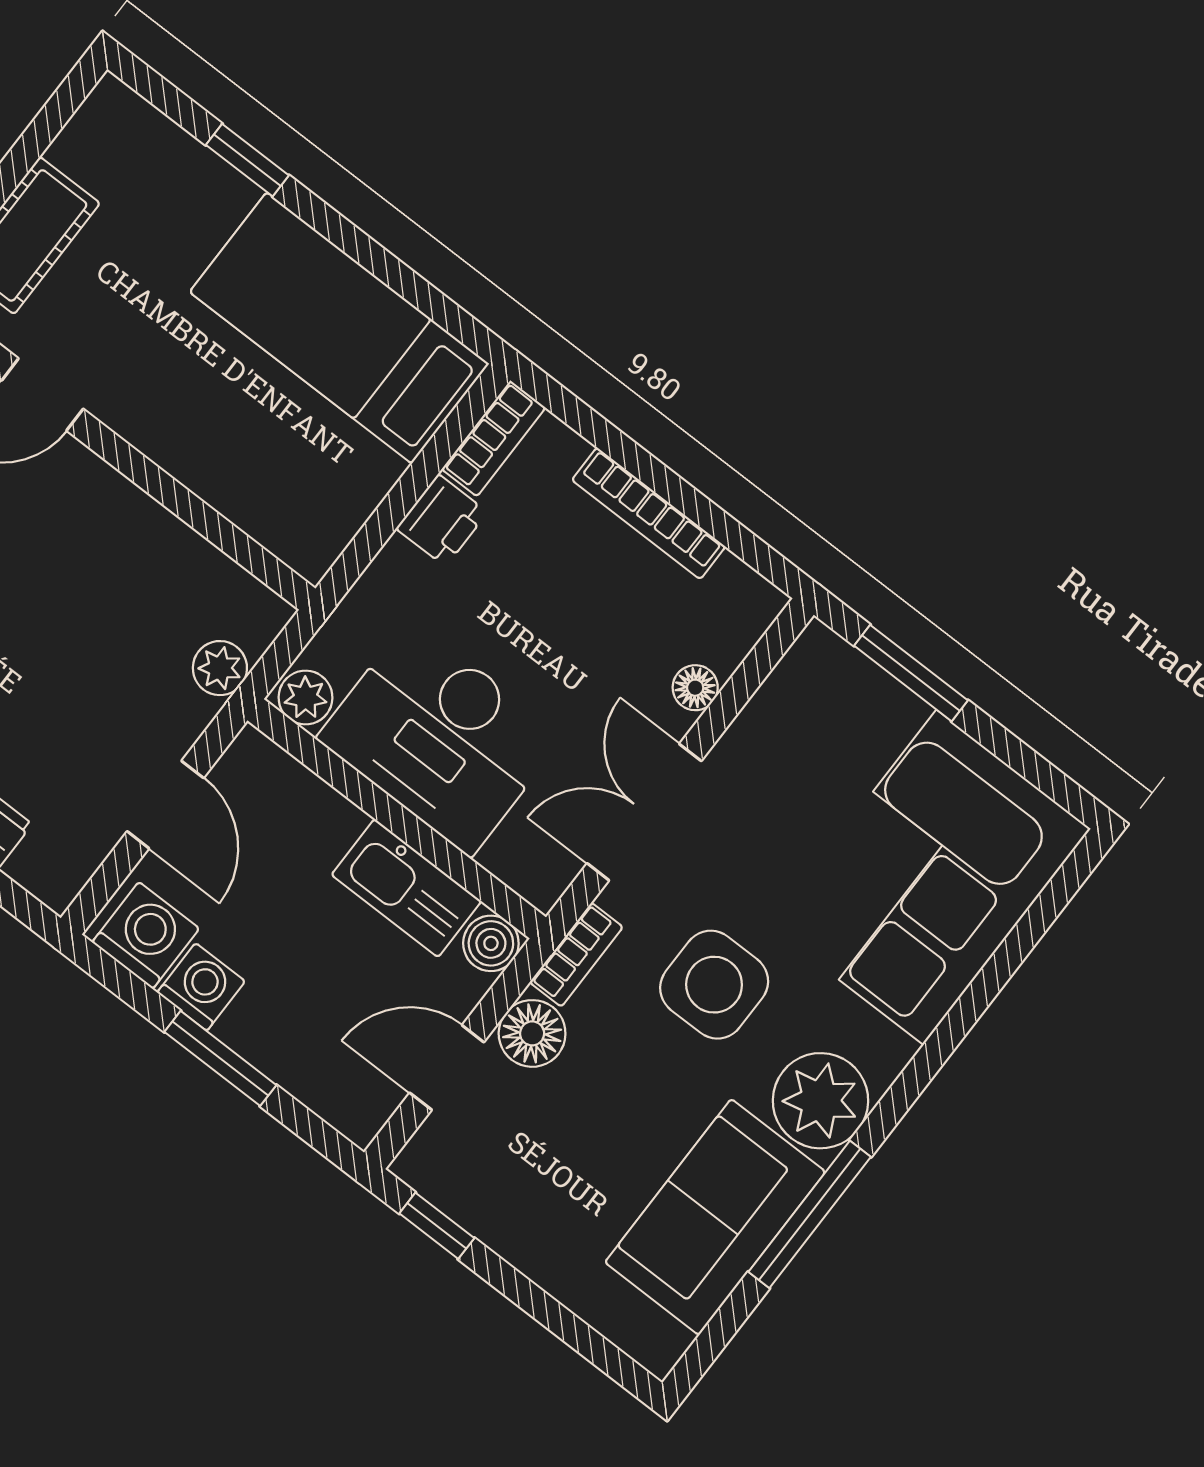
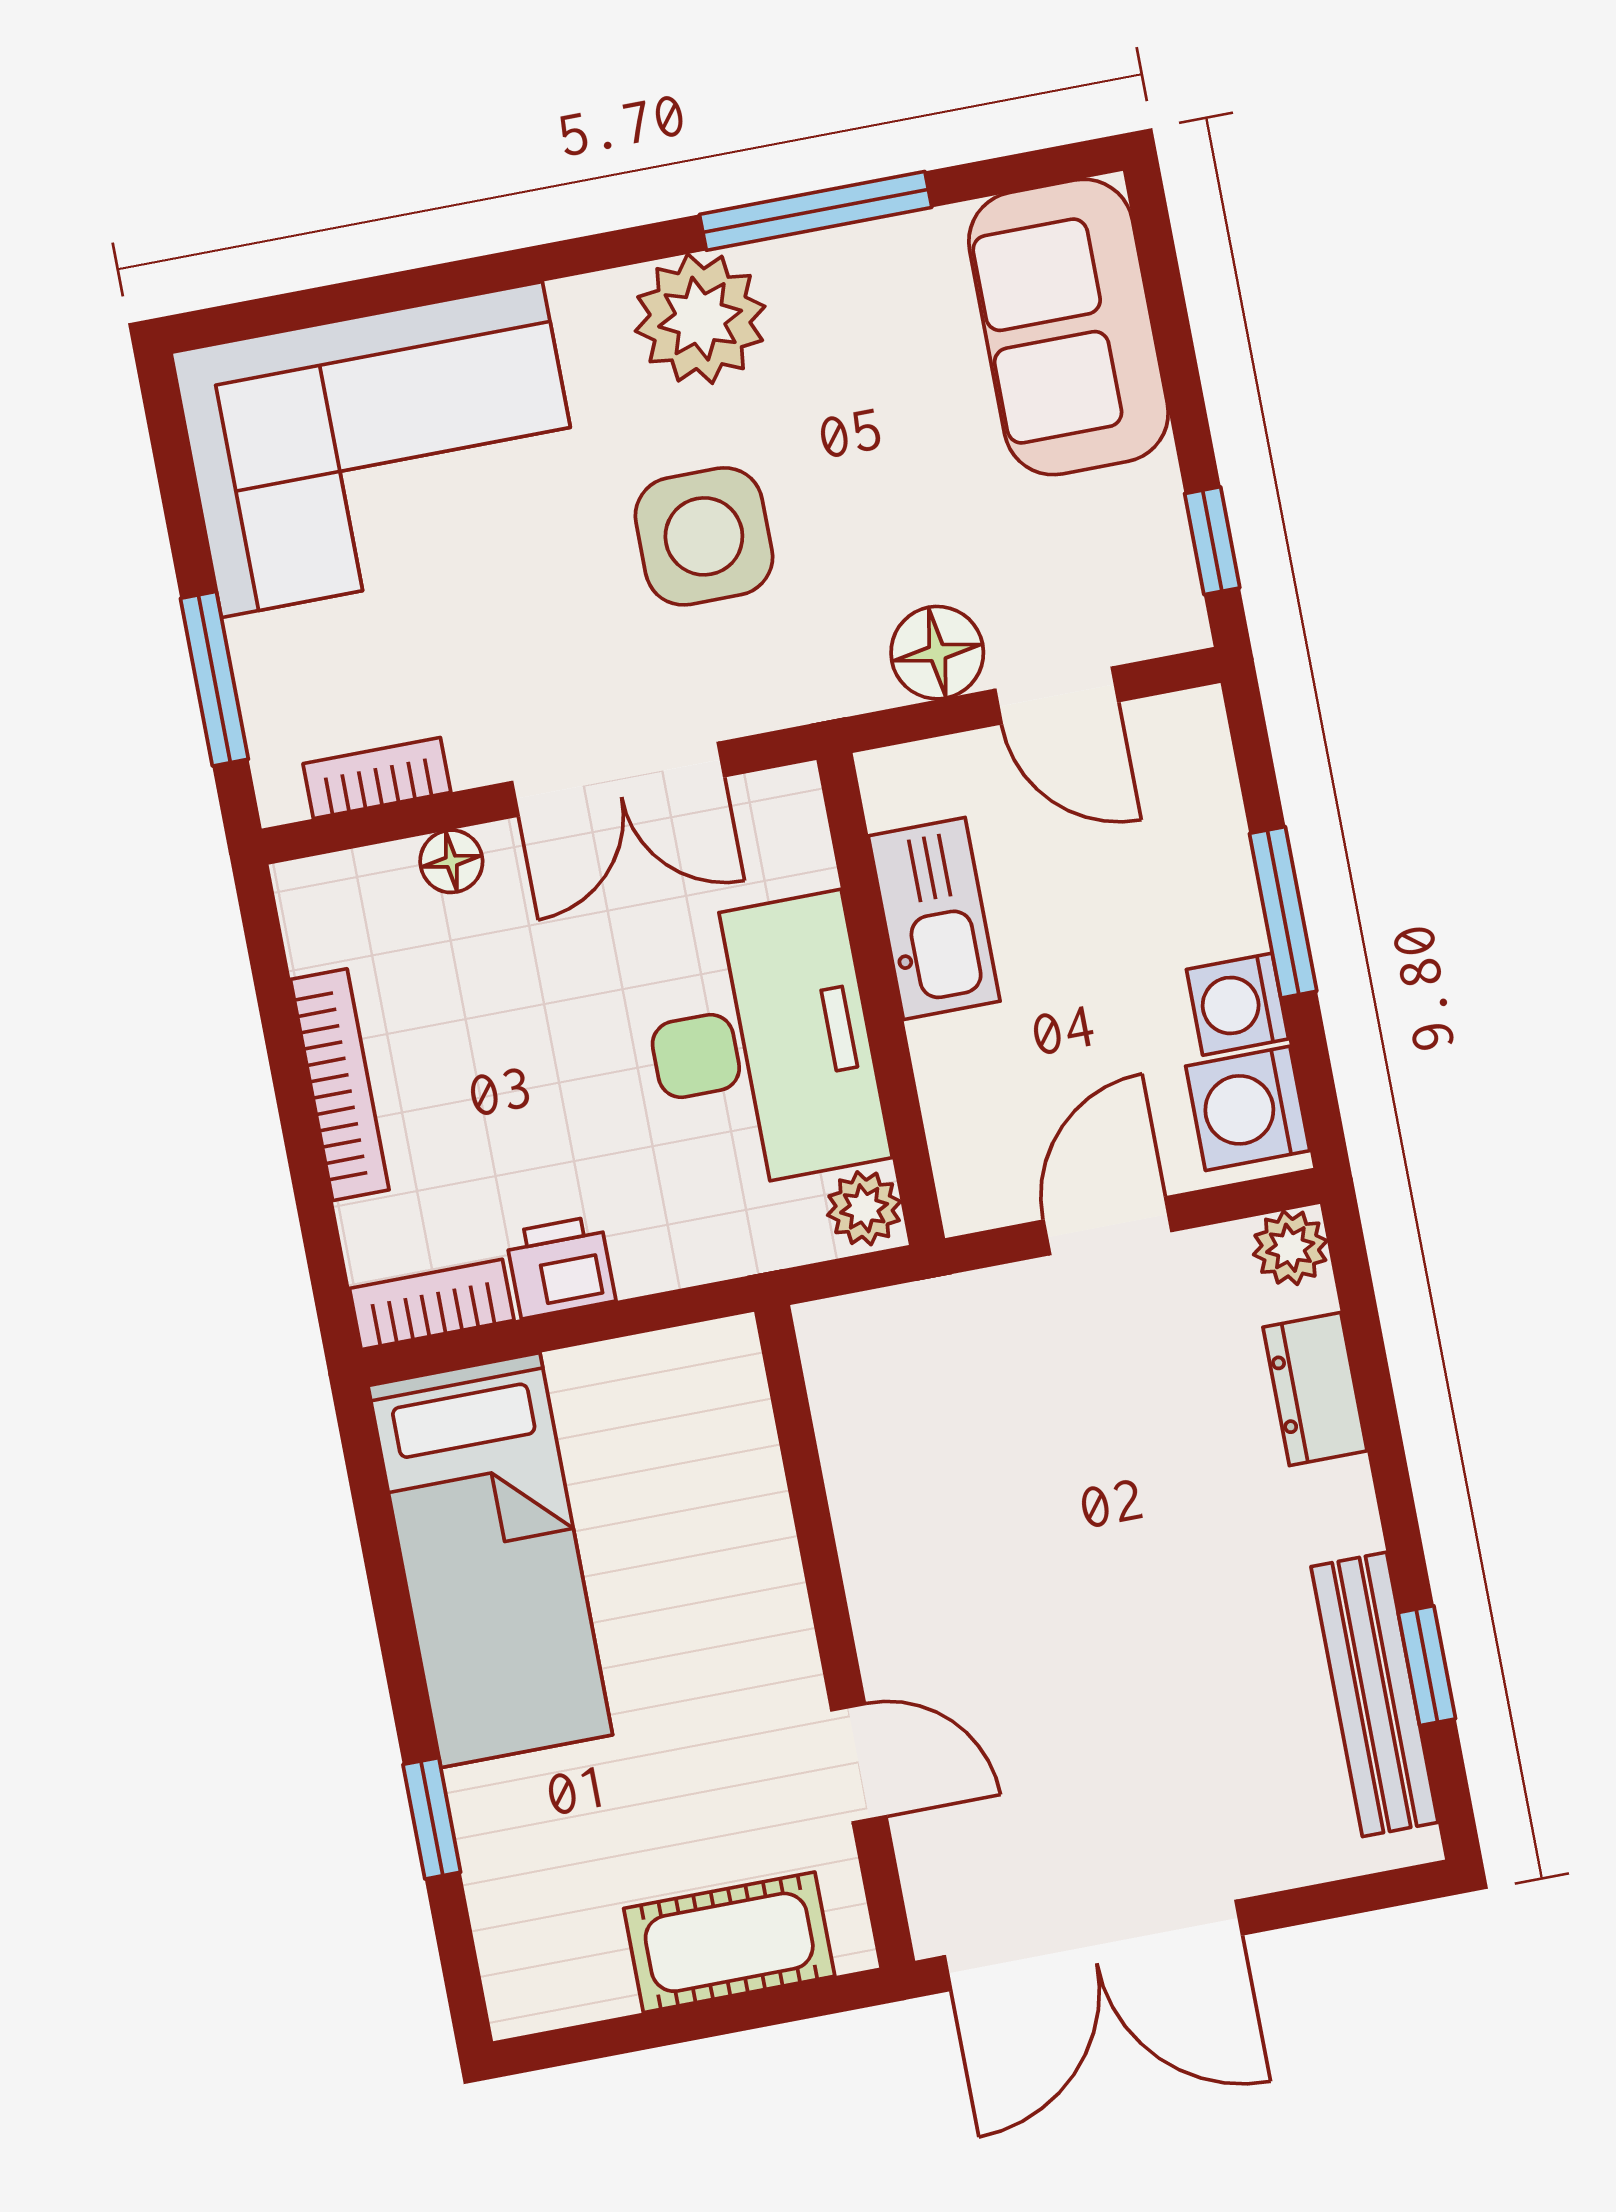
plant: (220, 668) -> (1290, 1248), moved
boiler: (491, 943) -> (897, 784), removed
bookcase: (576, 955) -> (377, 778), moved
sofa: (715, 1217) -> (1069, 327), moved, turned 90

